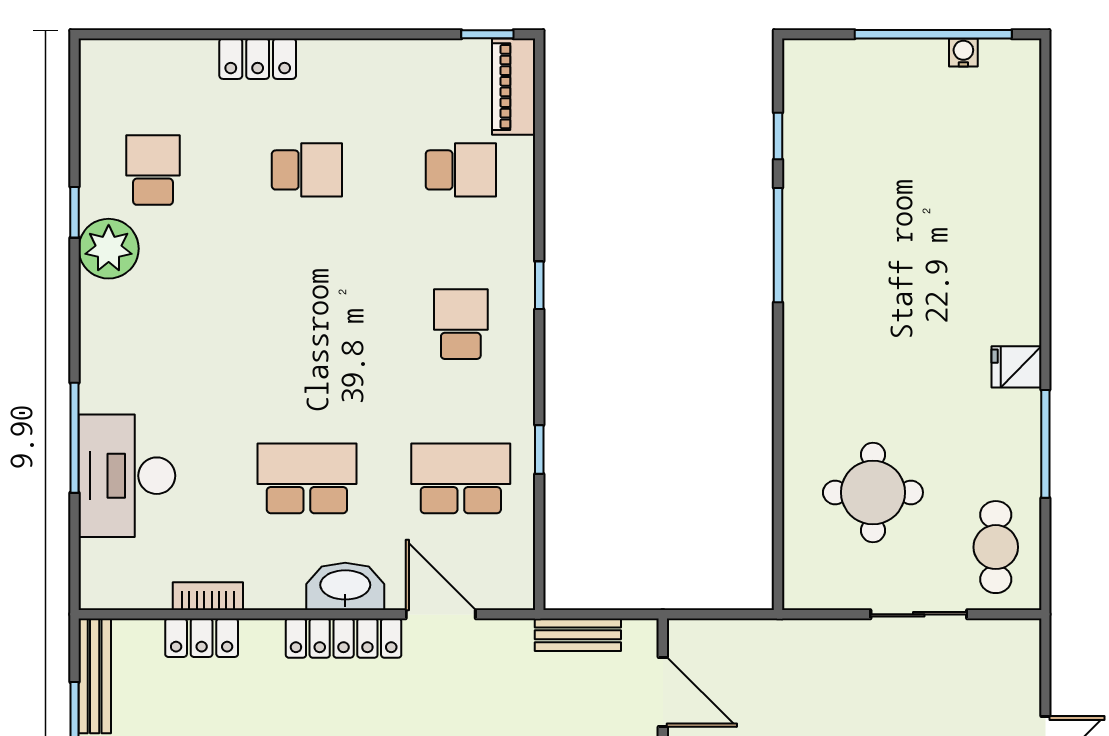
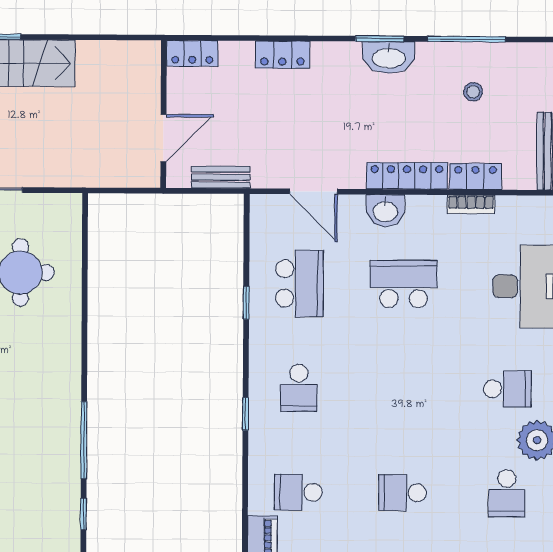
school desk: (153, 324) -> (507, 389), added
school desk: (307, 478) -> (404, 284), turned 180
school desk: (461, 478) -> (299, 283), turned -90
washbasin: (345, 586) -> (385, 211), width x0.72
locker: (344, 638) -> (407, 176), moved
door: (663, 692) -> (163, 138), swing flipped

